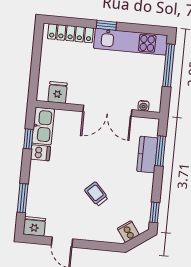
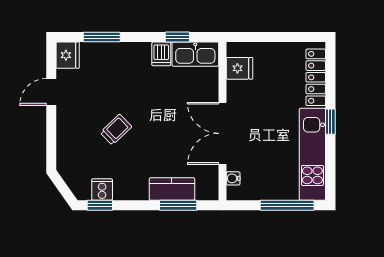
cooker: (128, 232) -> (102, 189), moved, turned -55

